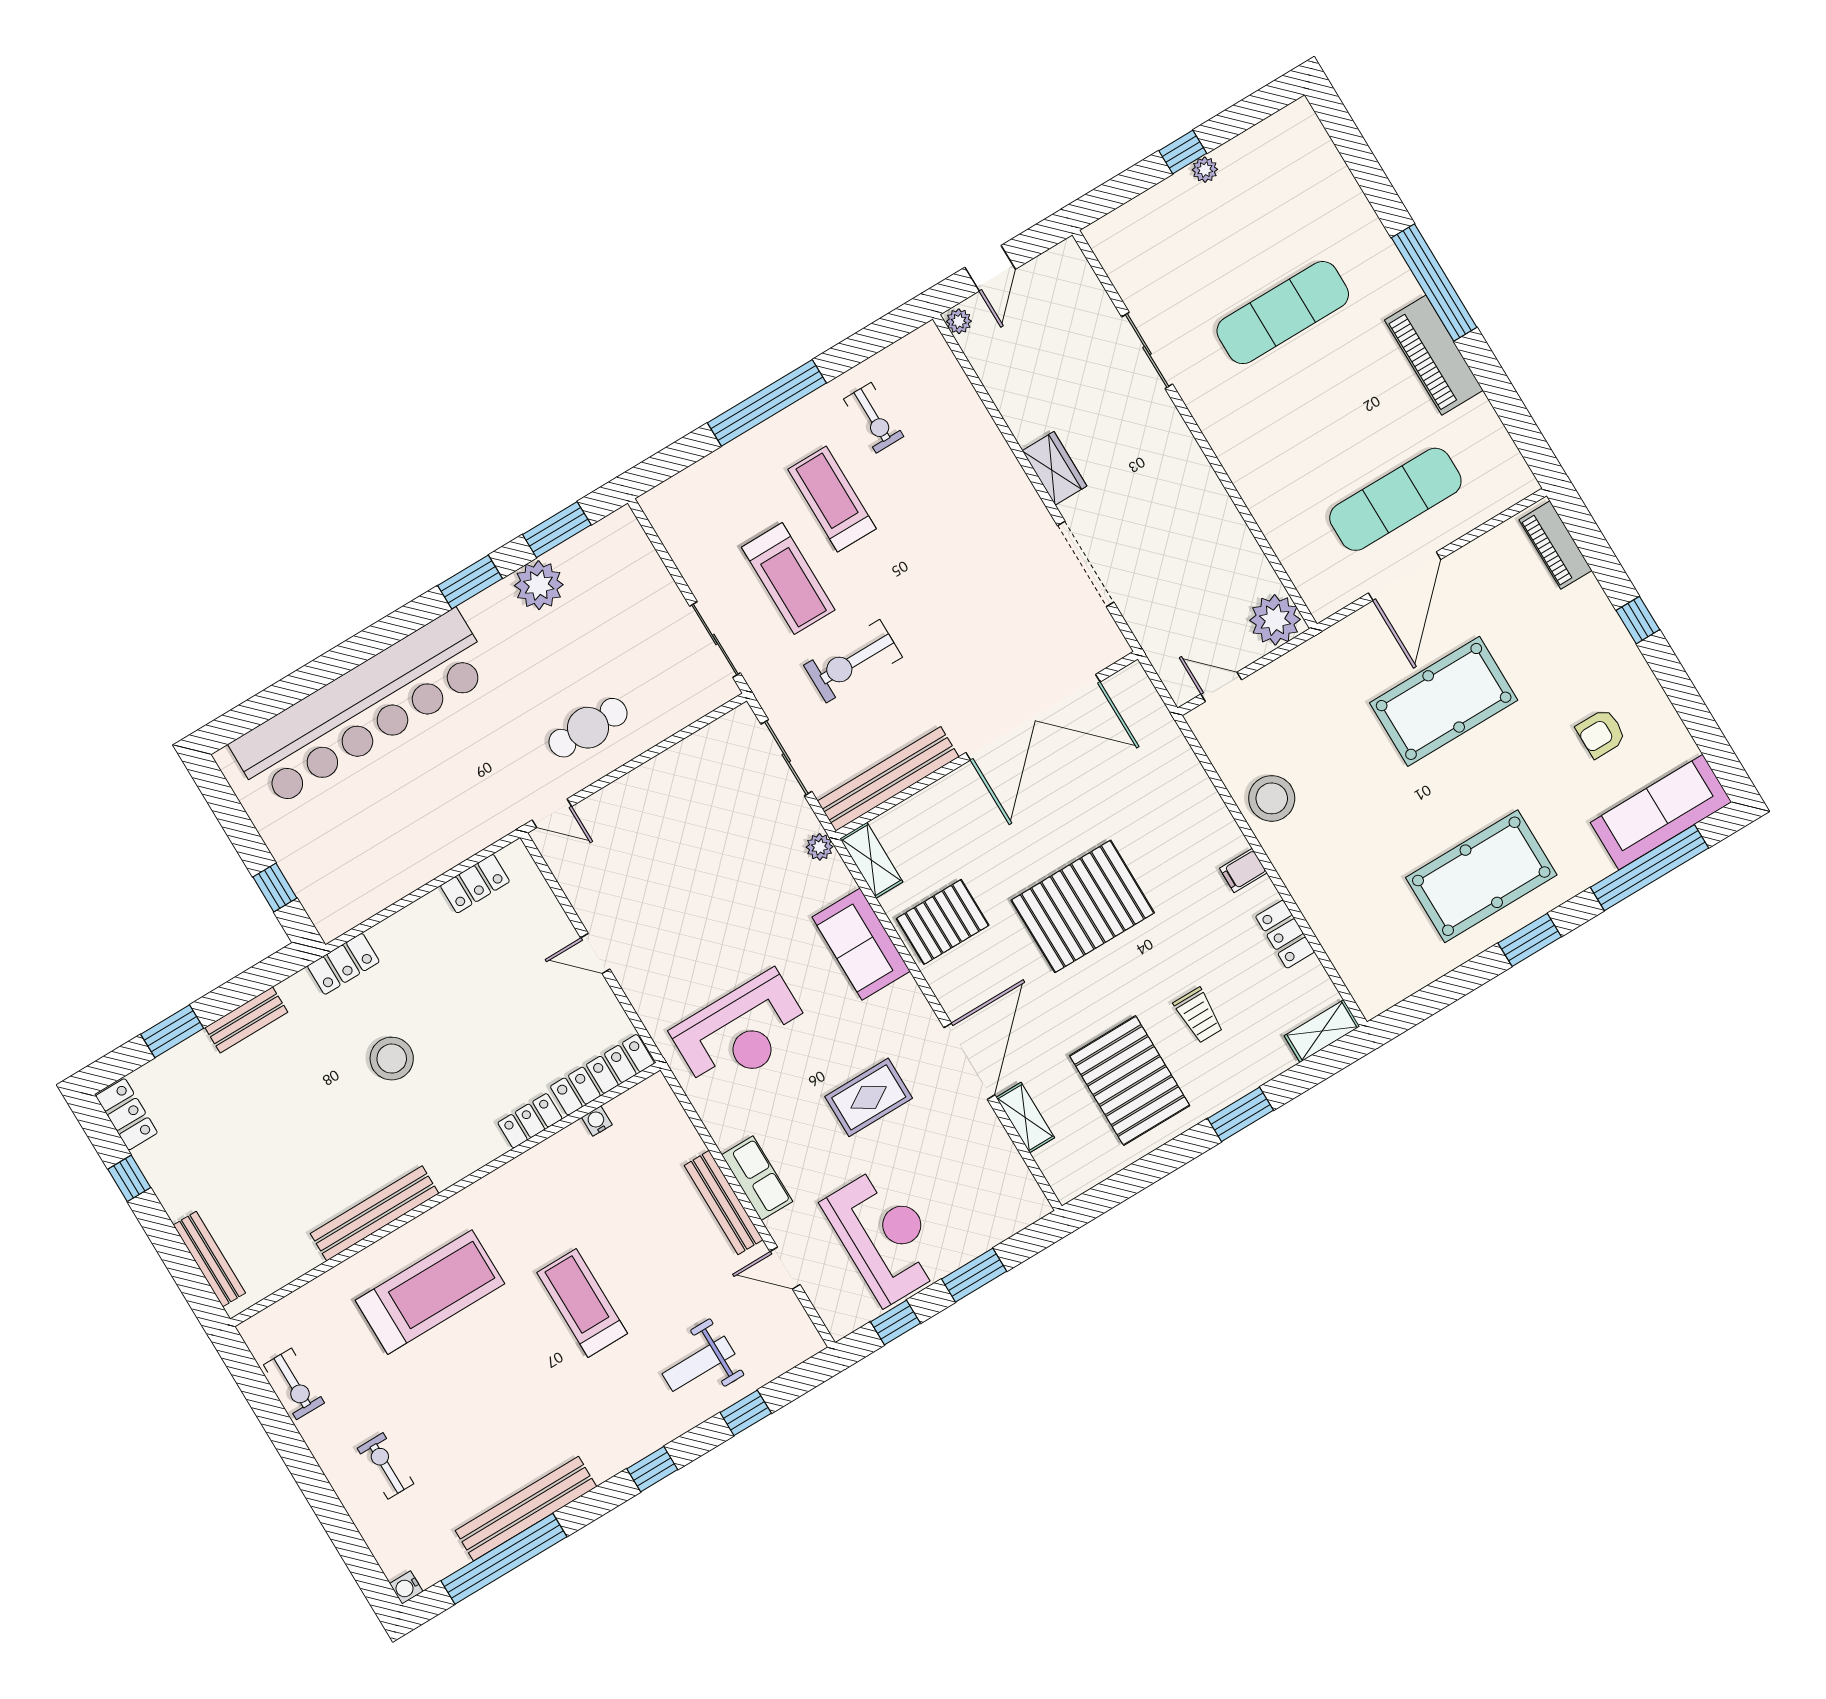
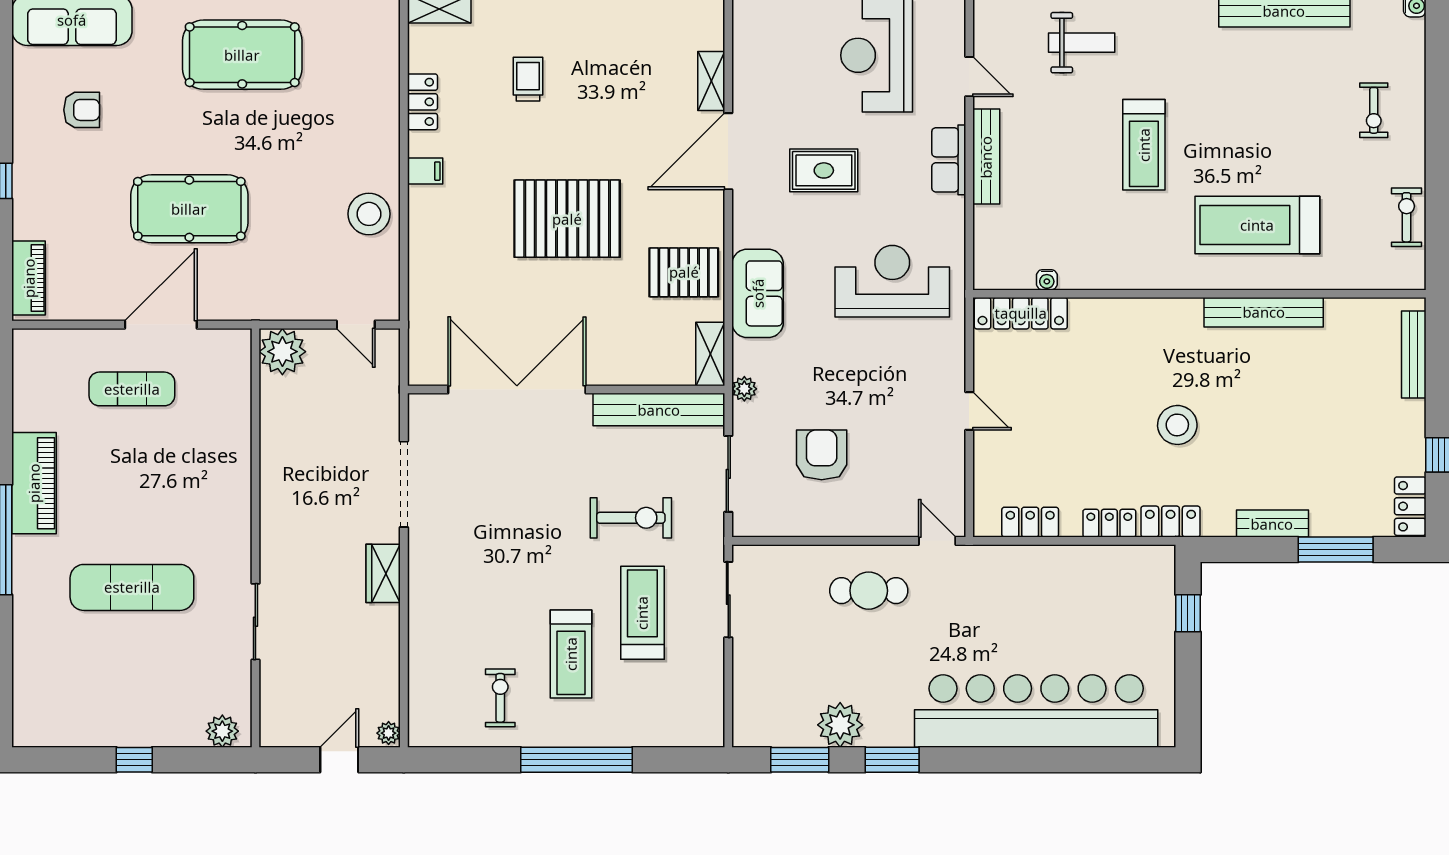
plant: (1205, 170) -> (222, 731), moved, width x1.38, depth x1.38
exercise mat: (1395, 499) -> (132, 389), width x0.73, depth x0.69
armchair: (709, 829) -> (822, 455), added
window: (172, 1031) -> (1336, 550), width x1.44
pallet: (1130, 1081) -> (612, 61), removed
locker: (530, 1121) -> (1109, 523), moved, turned 180

